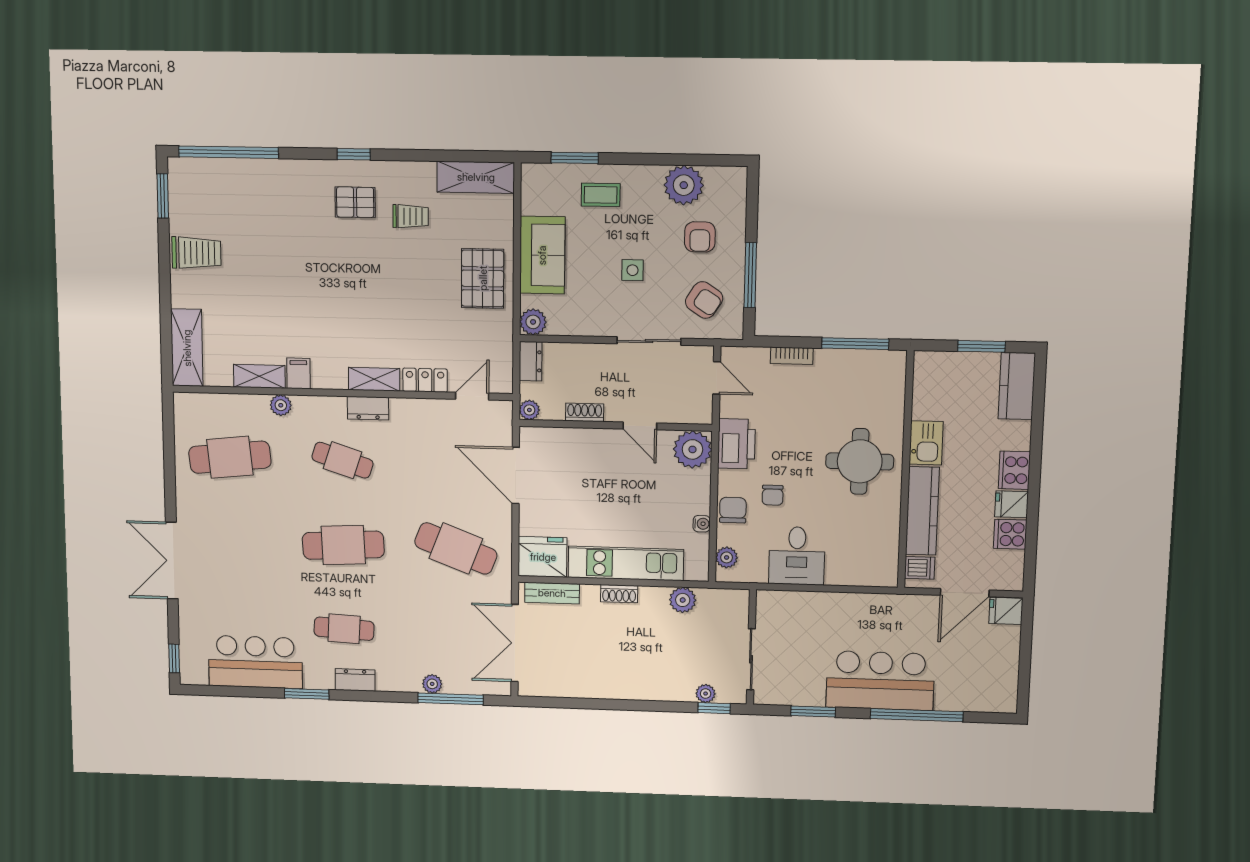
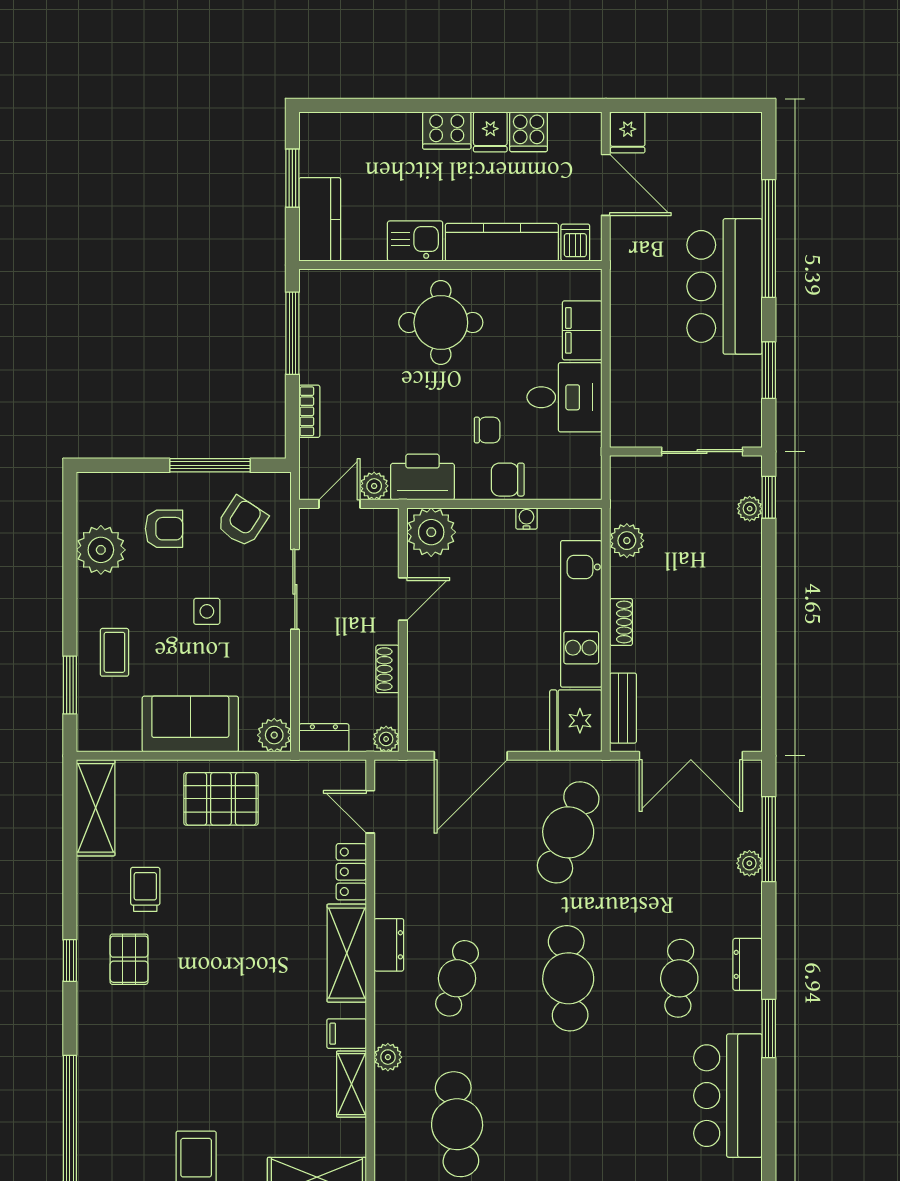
shelving: (374, 379) -> (347, 953), width x1.50, depth x1.33
kitchen counter: (1017, 386) -> (320, 219), moved, turned -90
plant: (727, 557) -> (374, 486), moved
filing cabinet: (849, 571) -> (582, 330), added

